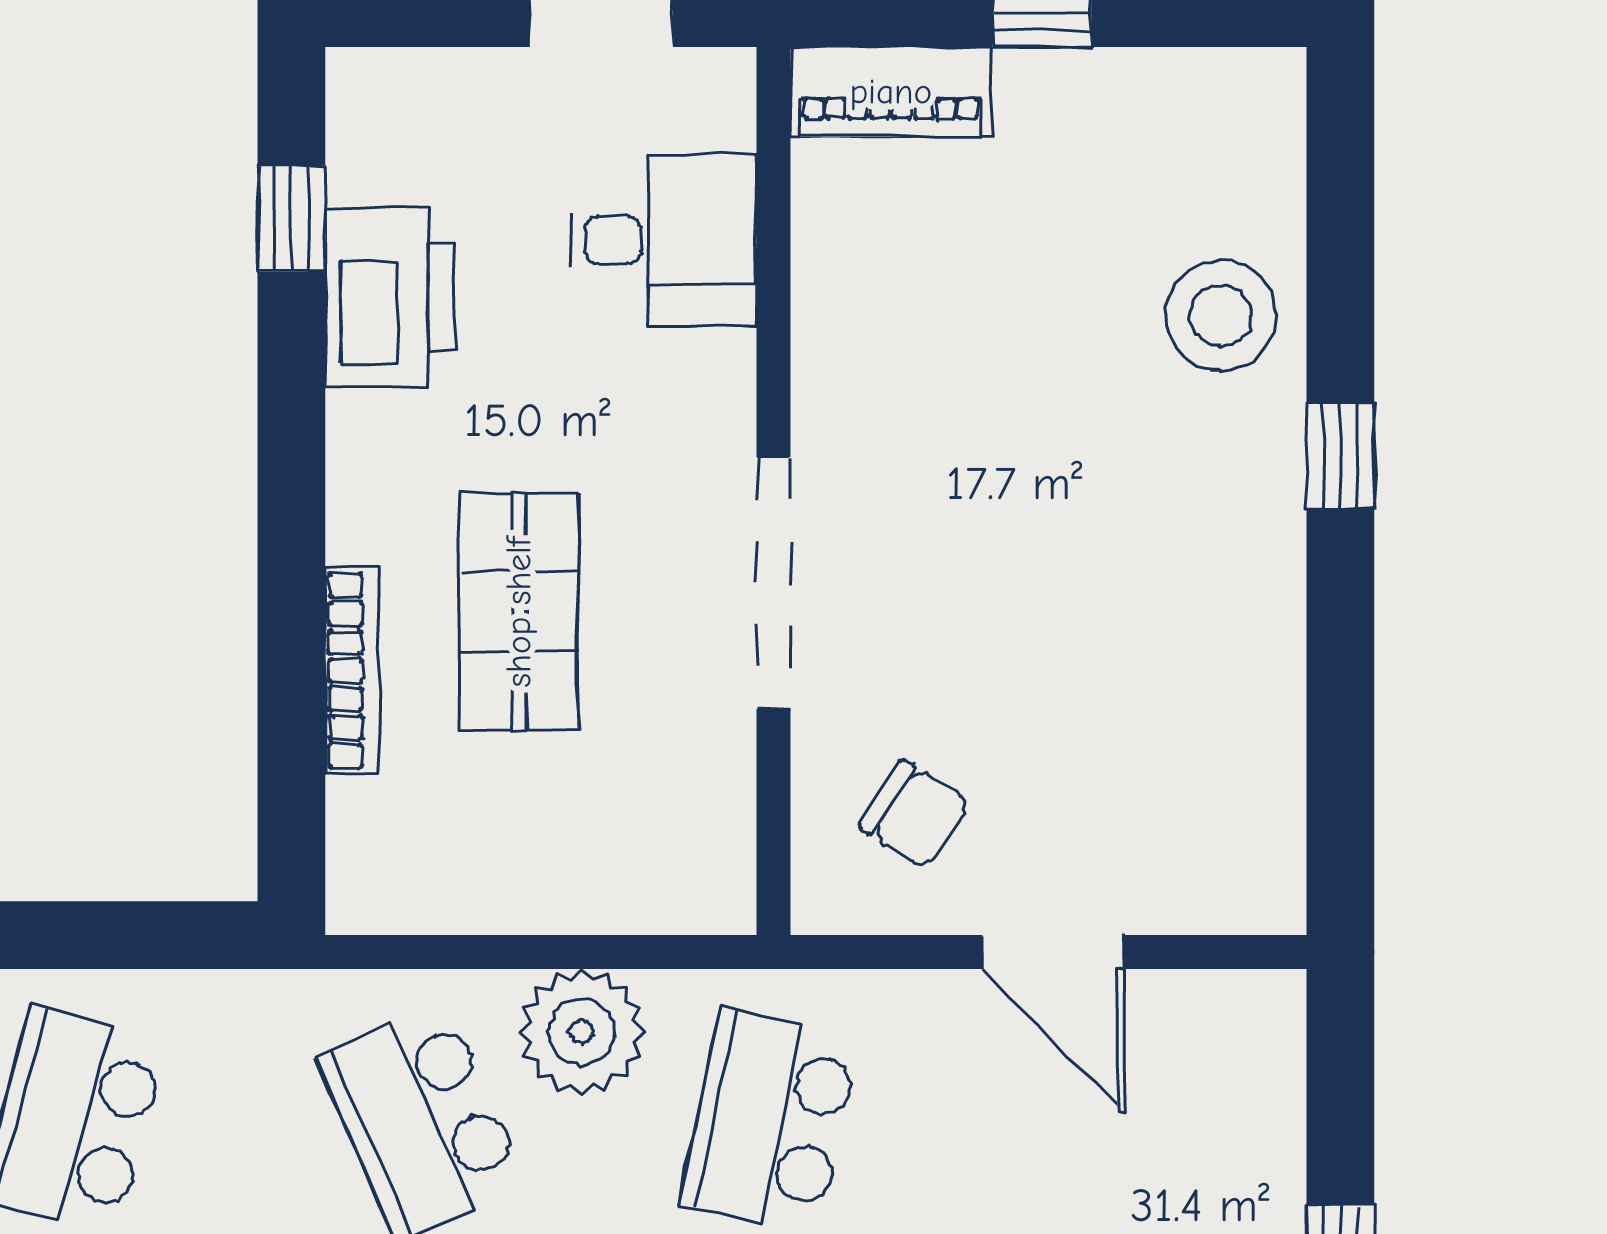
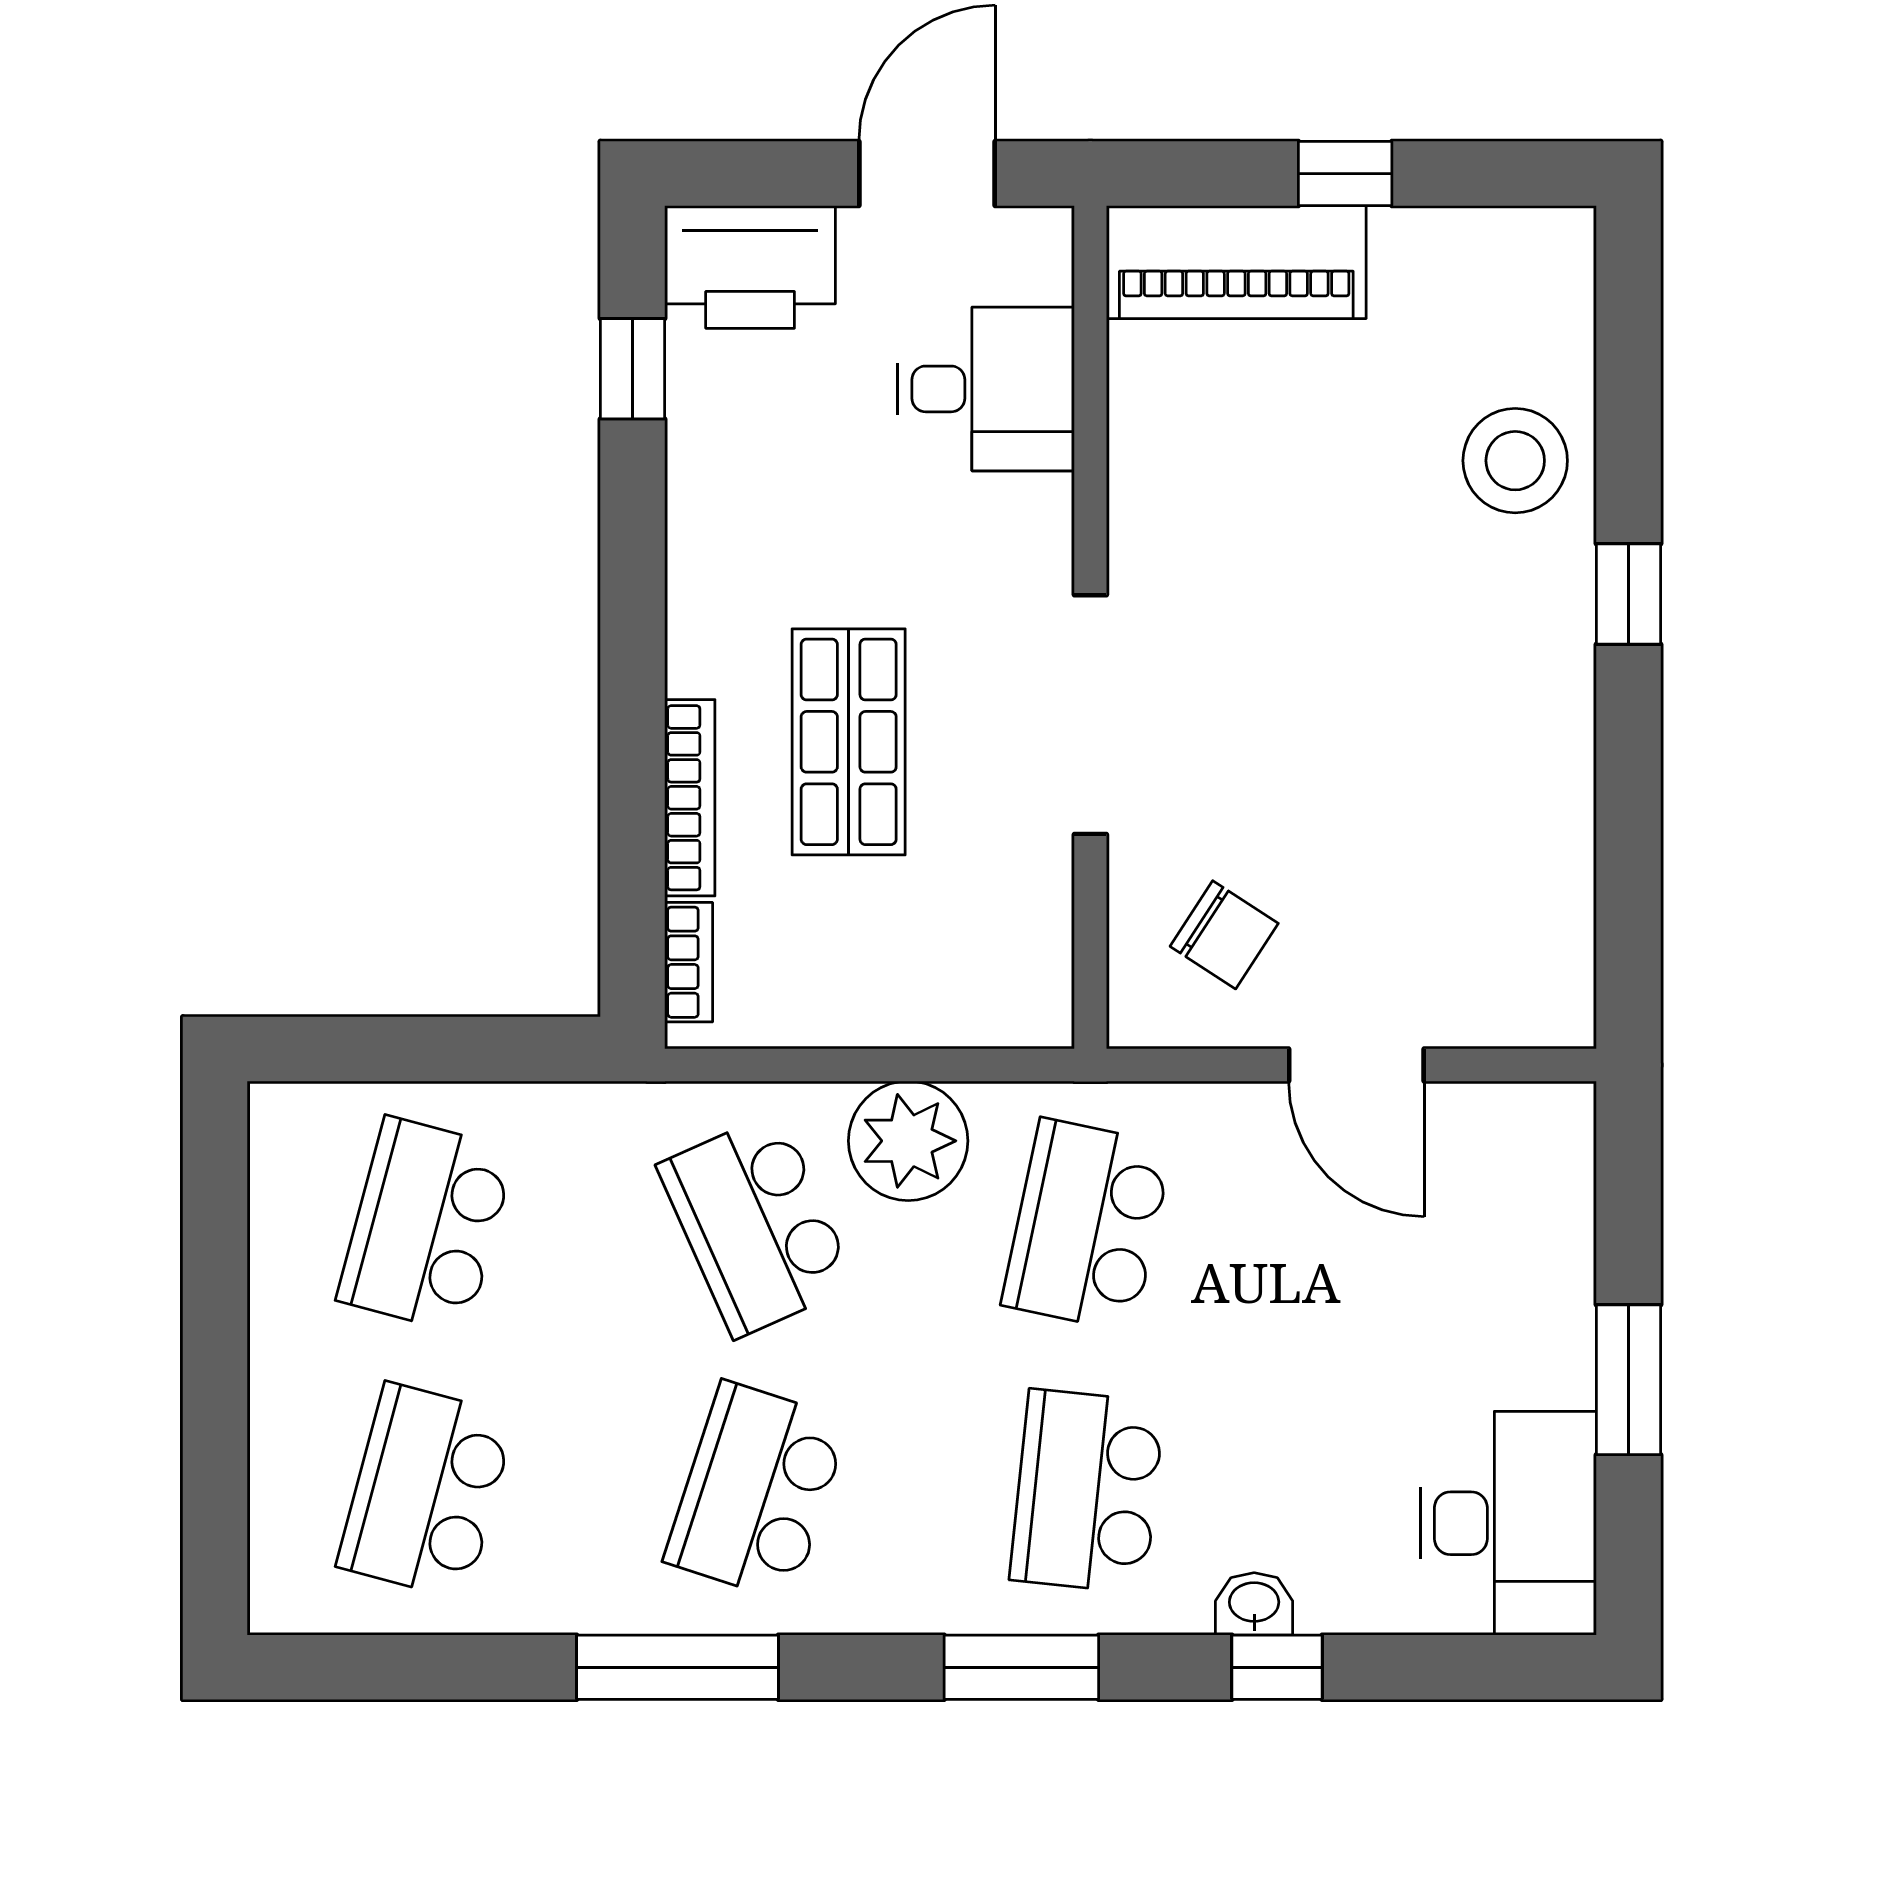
piano: (891, 92) -> (1236, 262), width x1.37, depth x1.33
printer: (390, 296) -> (750, 267), moved, turned 90
bookcase: (350, 844) -> (689, 962), added

